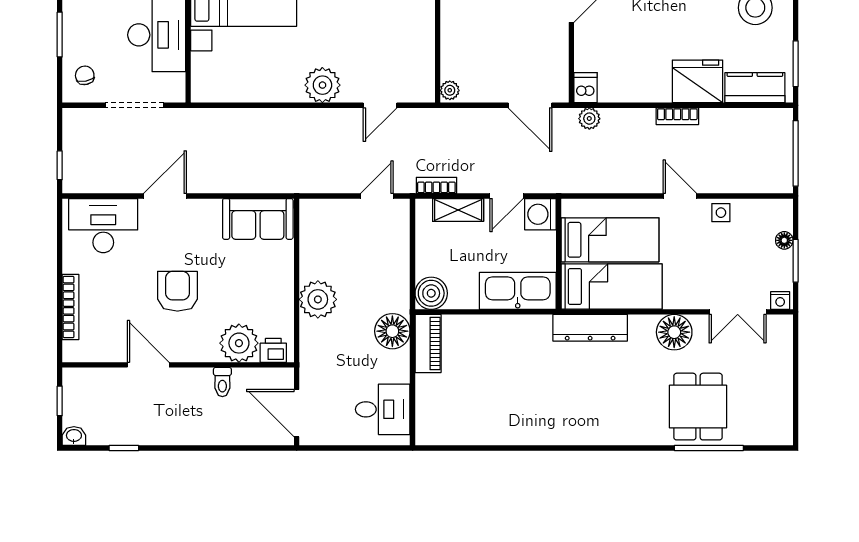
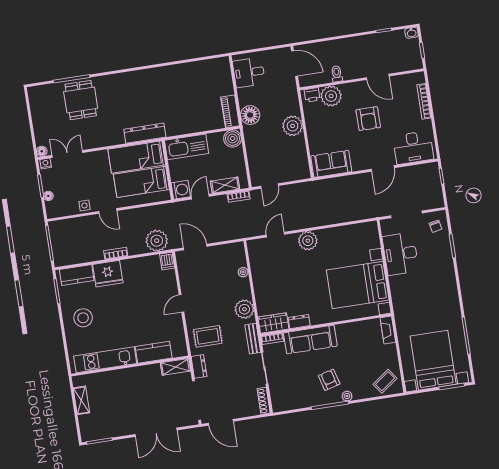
plant: (450, 90) -> (243, 272), moved
plant: (589, 119) -> (157, 241), width x1.87, depth x1.87
floor lamp: (674, 332) -> (42, 151), moved, width x0.53, depth x0.53

